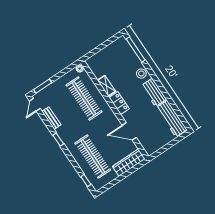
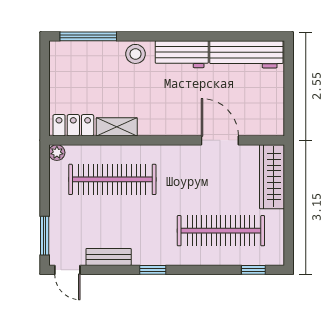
locker: (119, 103) -> (73, 125), moved
door: (129, 131) -> (220, 140), swing flipped

